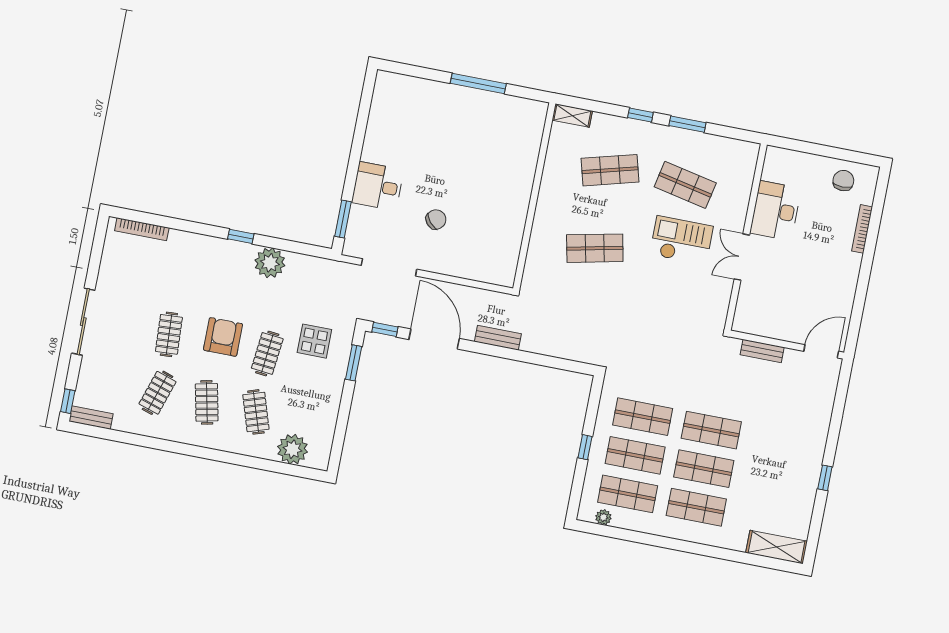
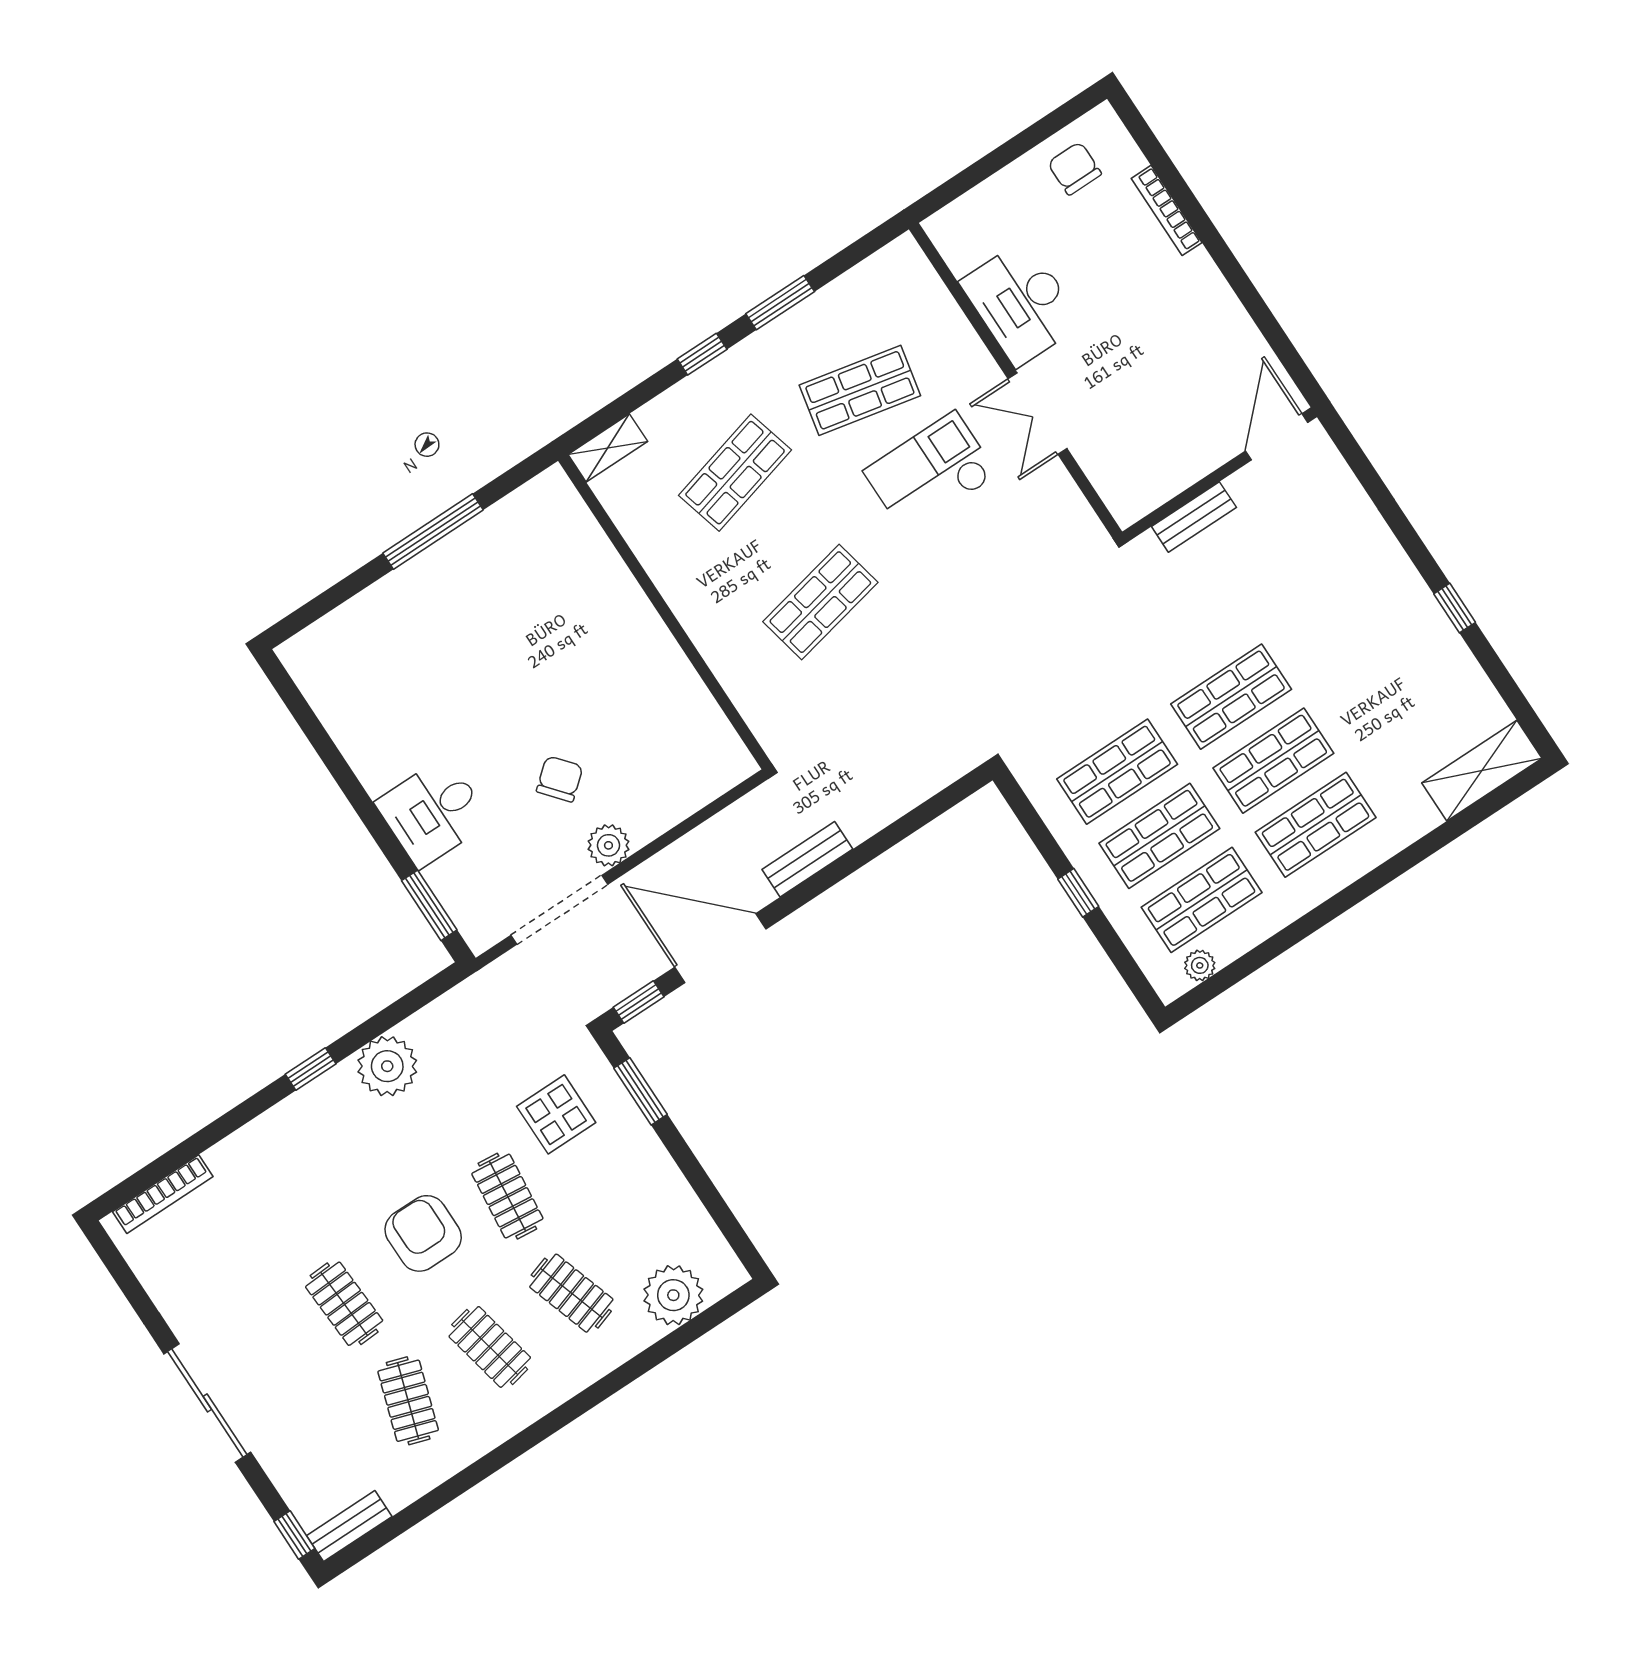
plant: (430, 261) -> (608, 845), added

